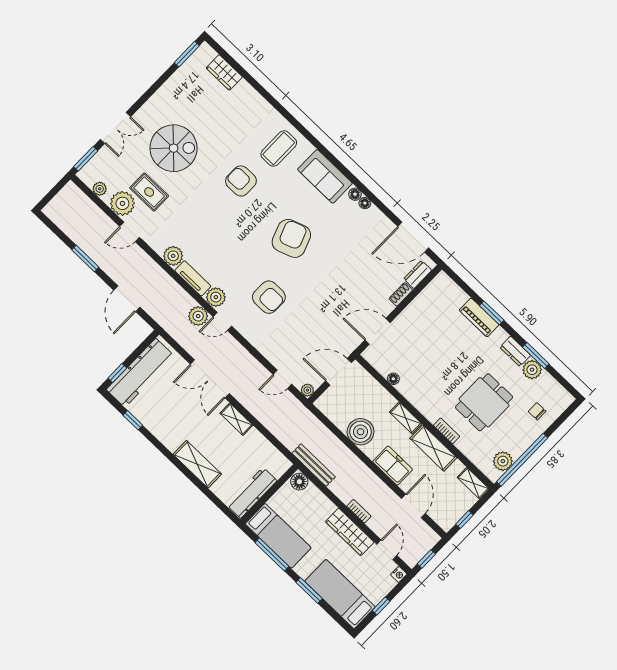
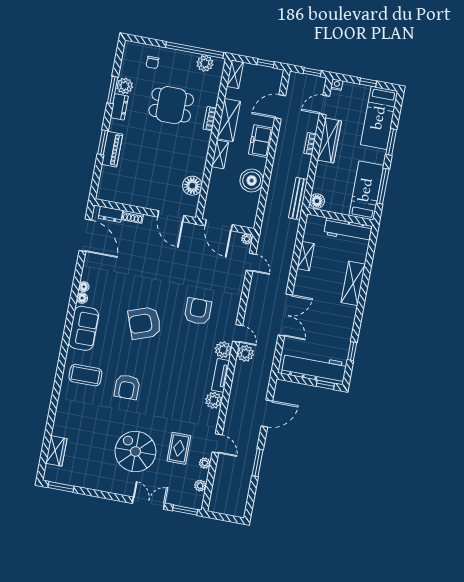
plant: (122, 203) -> (205, 463), width x0.53, depth x0.53
floor lamp: (393, 379) -> (192, 186), width x1.89, depth x1.89
shelving: (236, 419) -> (306, 256), moved

